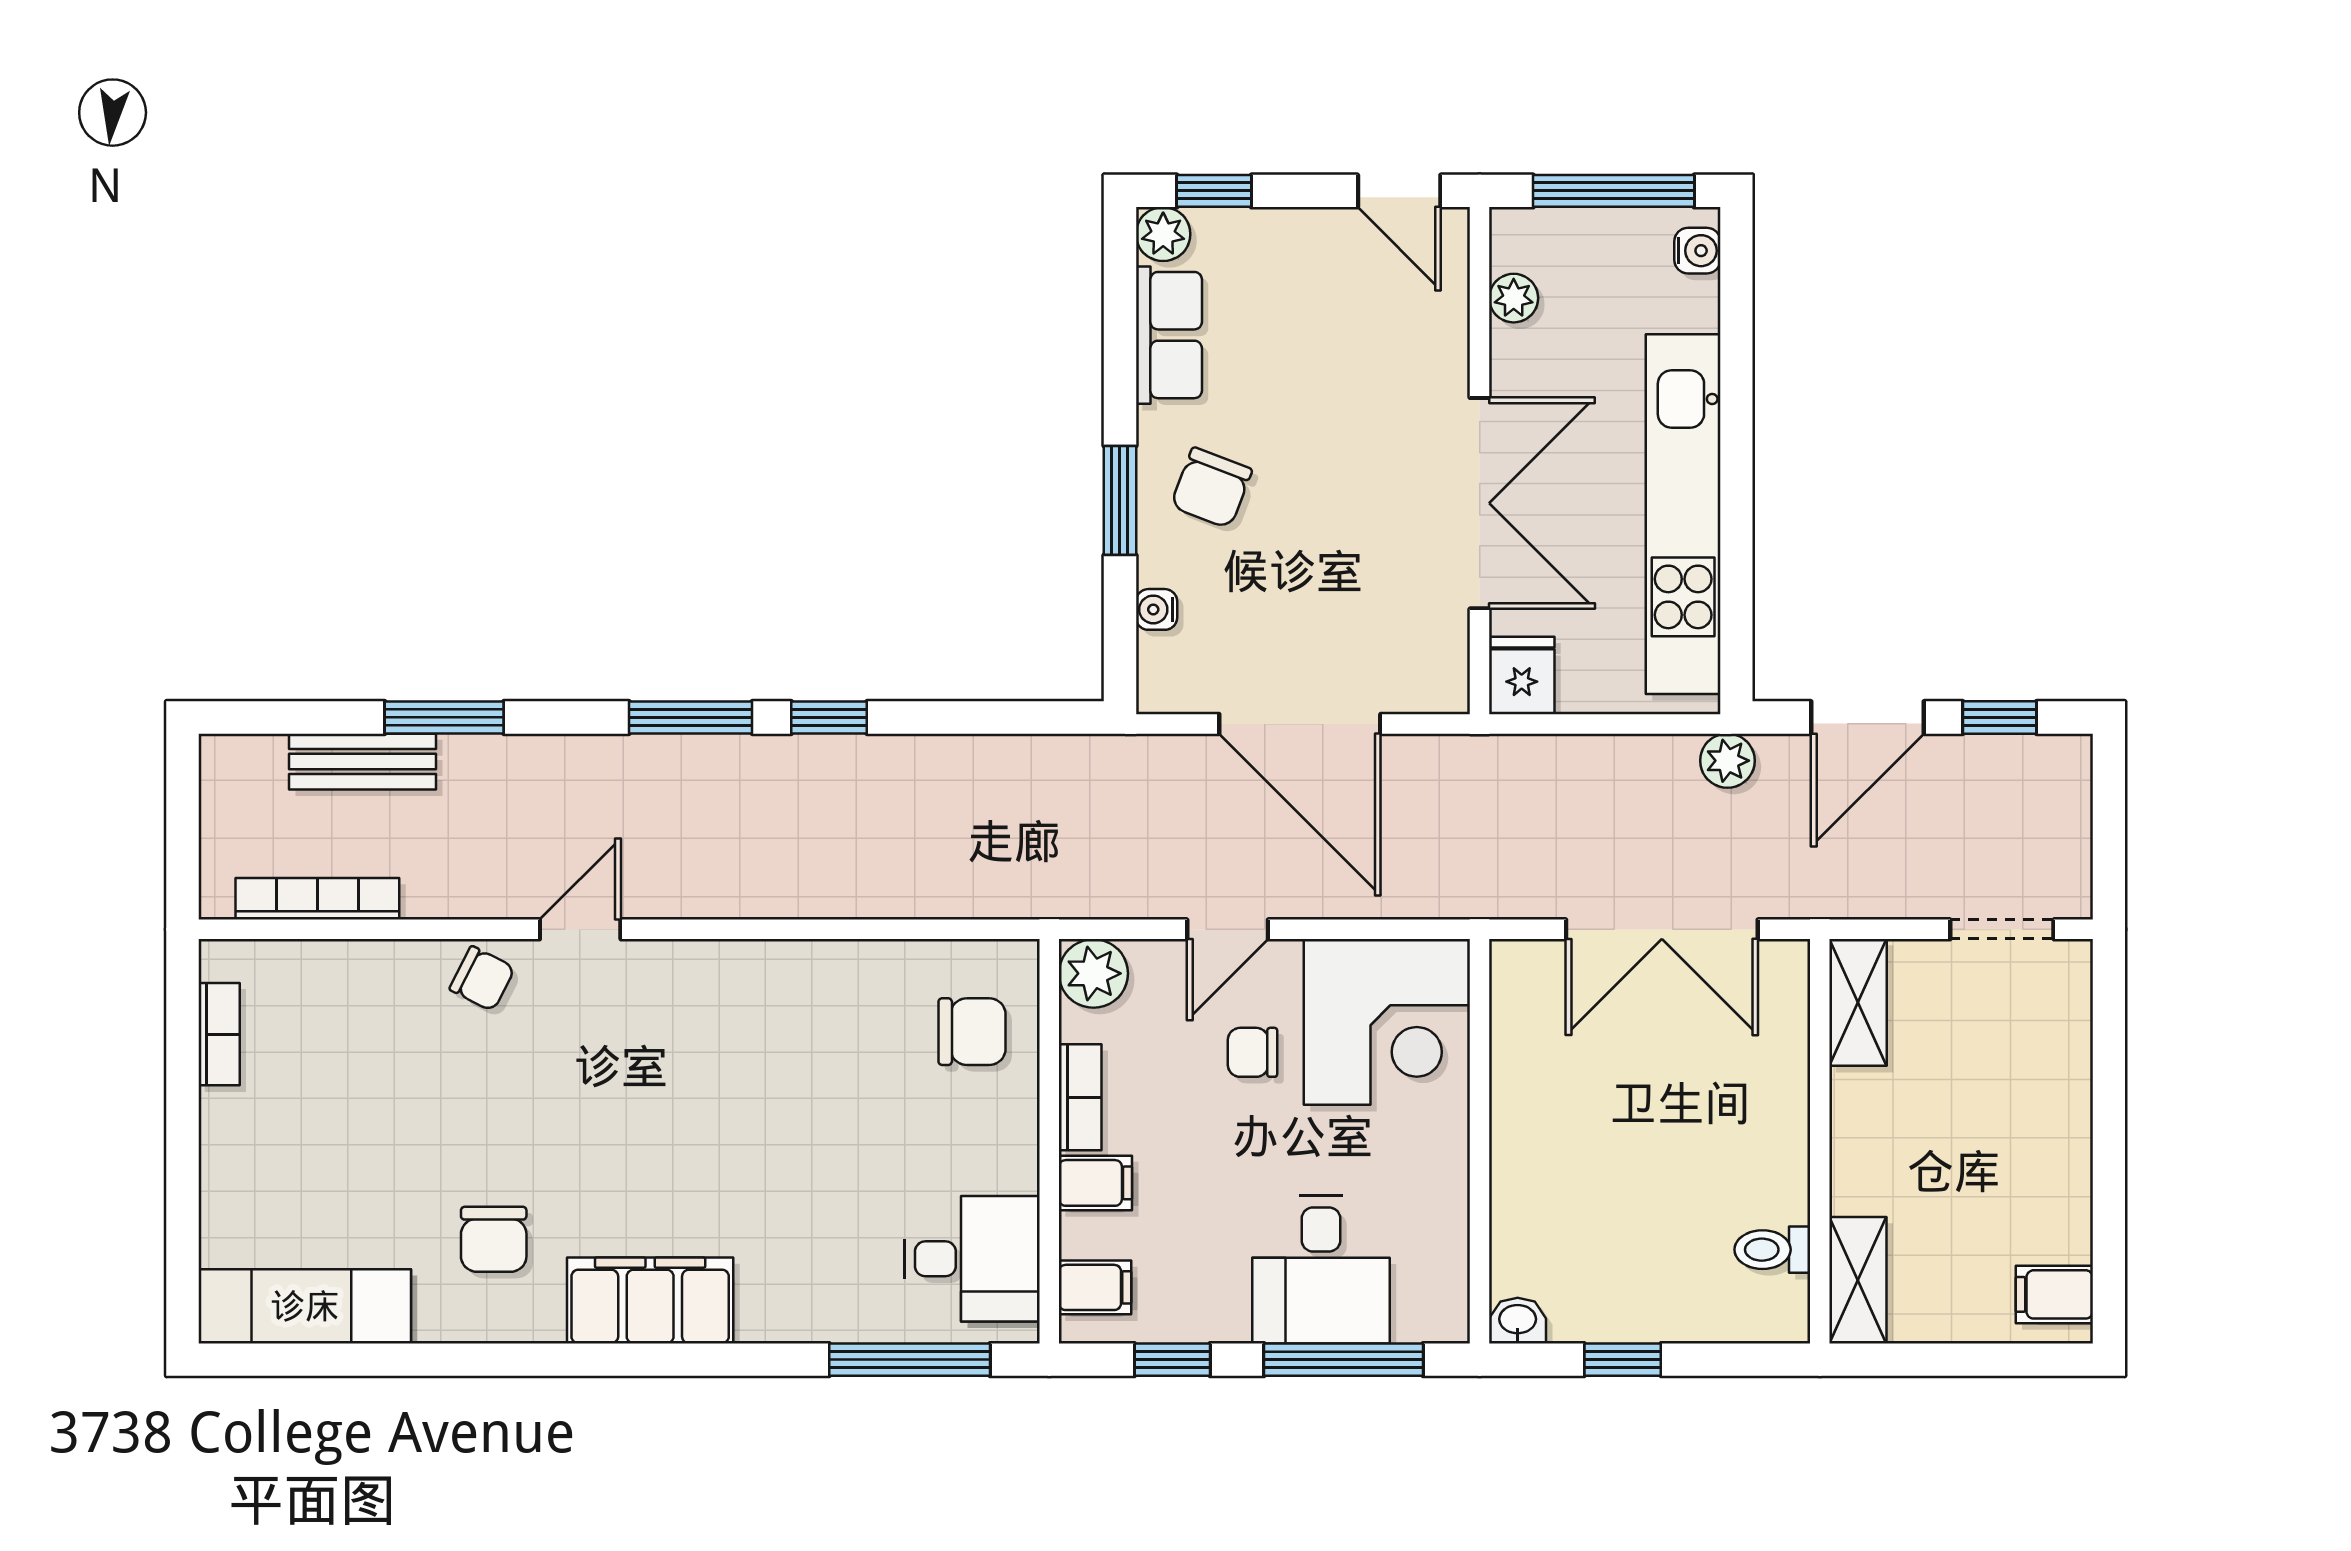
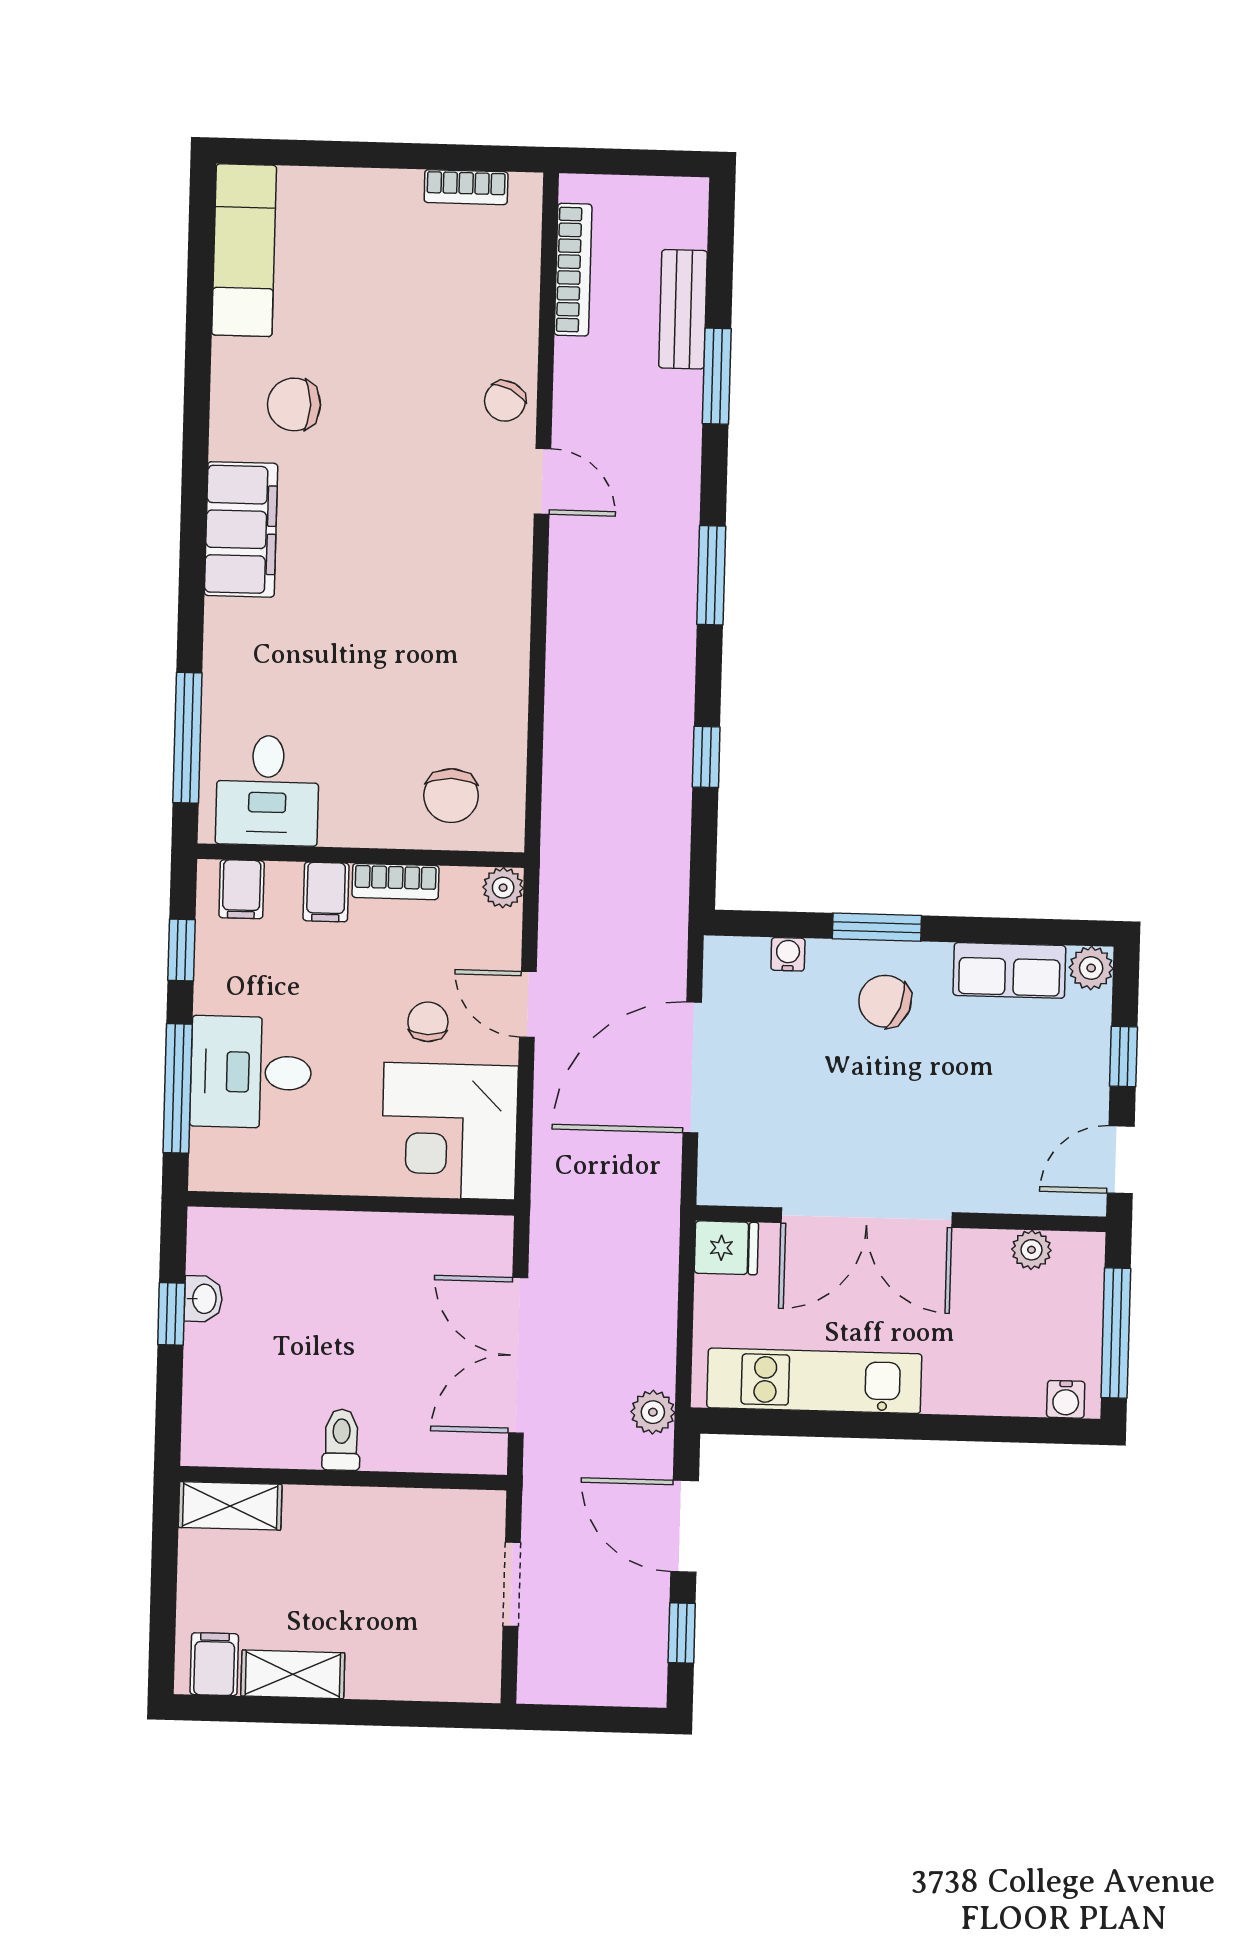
window: (1214, 191) -> (1124, 1056), moved
kitchen unit: (1683, 514) -> (814, 1381), width x0.73
window: (829, 717) -> (706, 757), moved
doorway: (2002, 929) -> (512, 1584), moved
plant: (1093, 973) -> (503, 888), width x0.73, depth x0.73
shelving: (1858, 1002) -> (293, 1674), moved
toilet: (1772, 1250) -> (341, 1440), moved
washbasin: (1518, 1321) -> (203, 1299), moved

